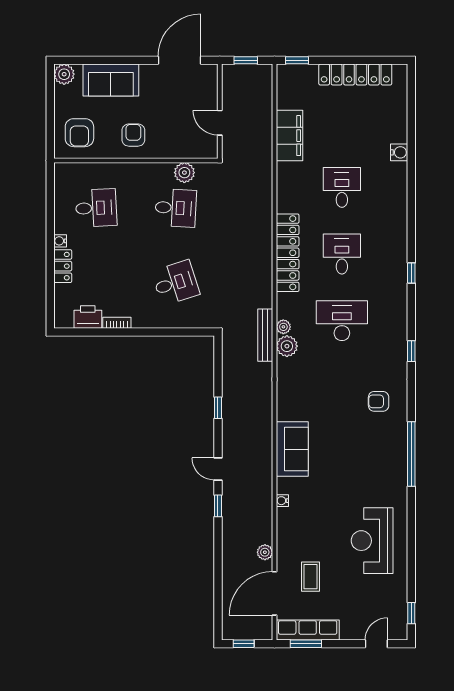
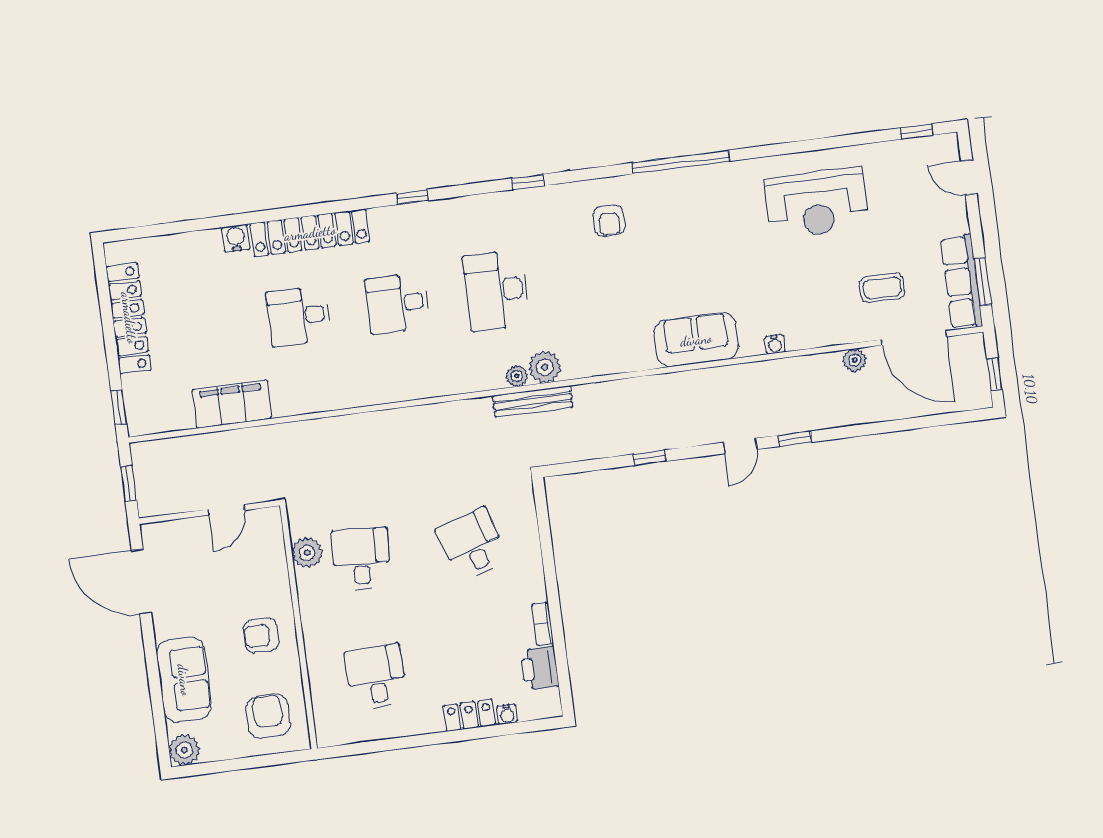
armchair: (79, 133) -> (268, 716), turned -90
water cooler: (60, 241) -> (507, 714), moved
locker: (288, 253) -> (310, 233), moved, turned 180

